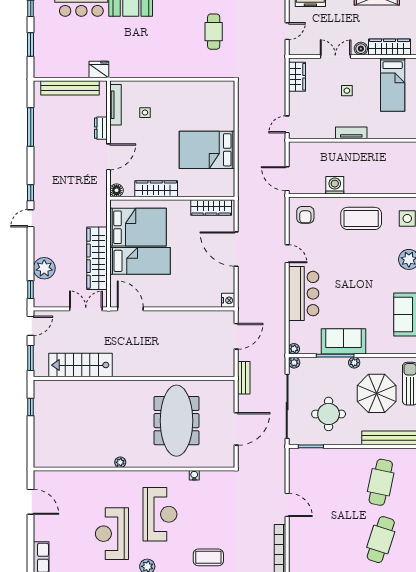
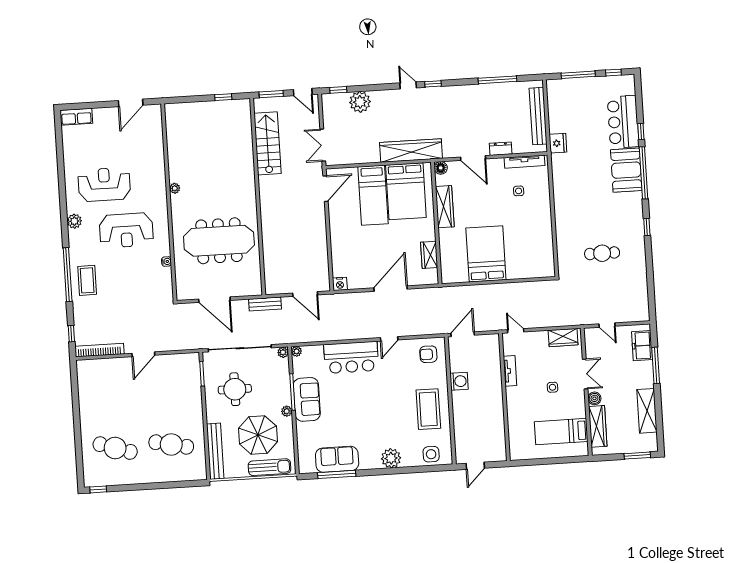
window: (31, 44) -> (578, 75), width x1.44
tv unit: (351, 133) -> (510, 371), moved
wardrobe: (211, 208) -> (429, 255), width x0.67
wardrobe: (97, 258) -> (411, 151), moved
double door: (86, 309) -> (323, 145), swing flipped

